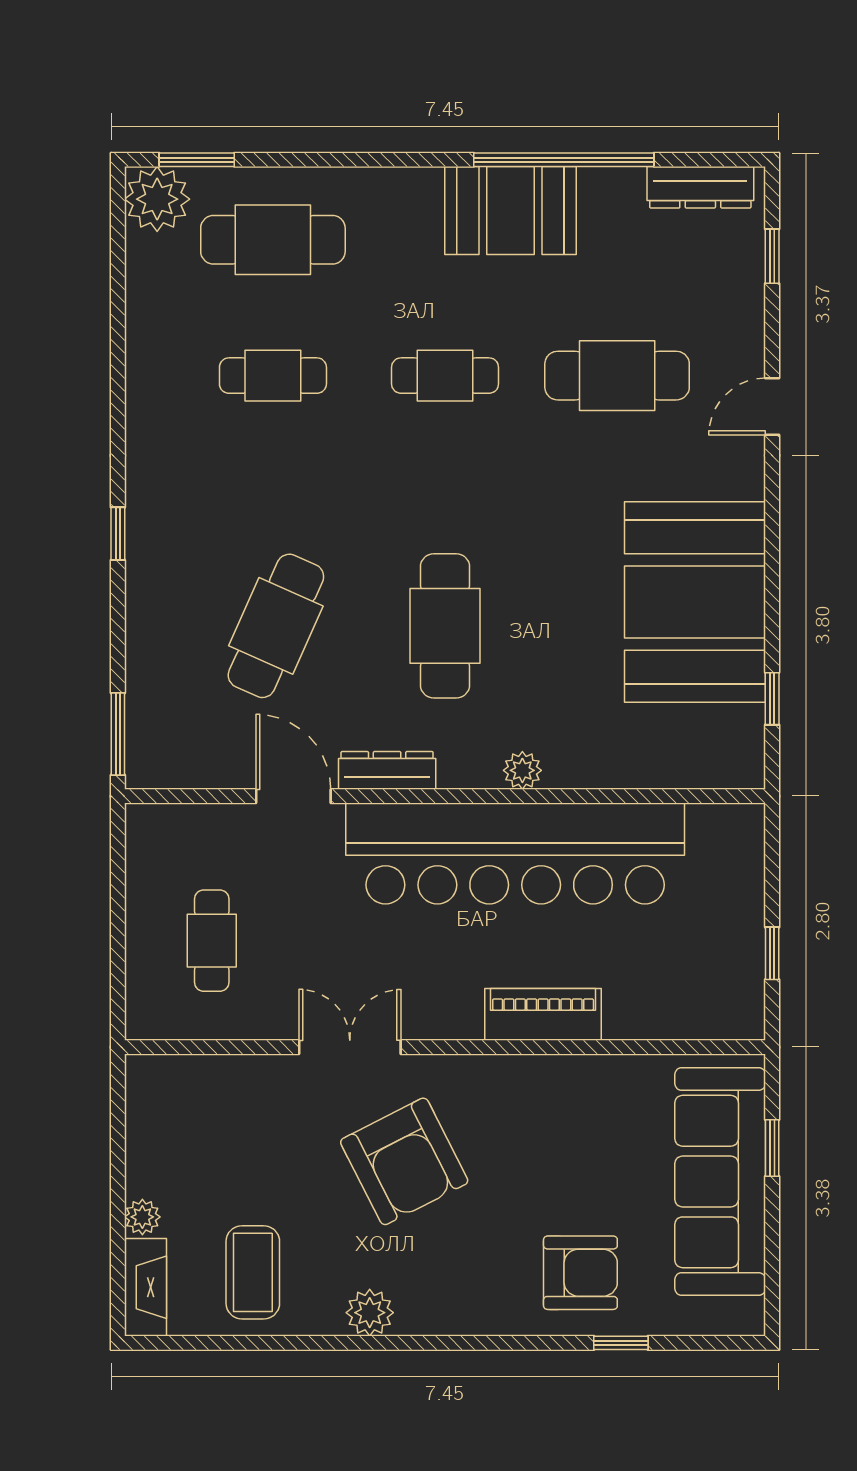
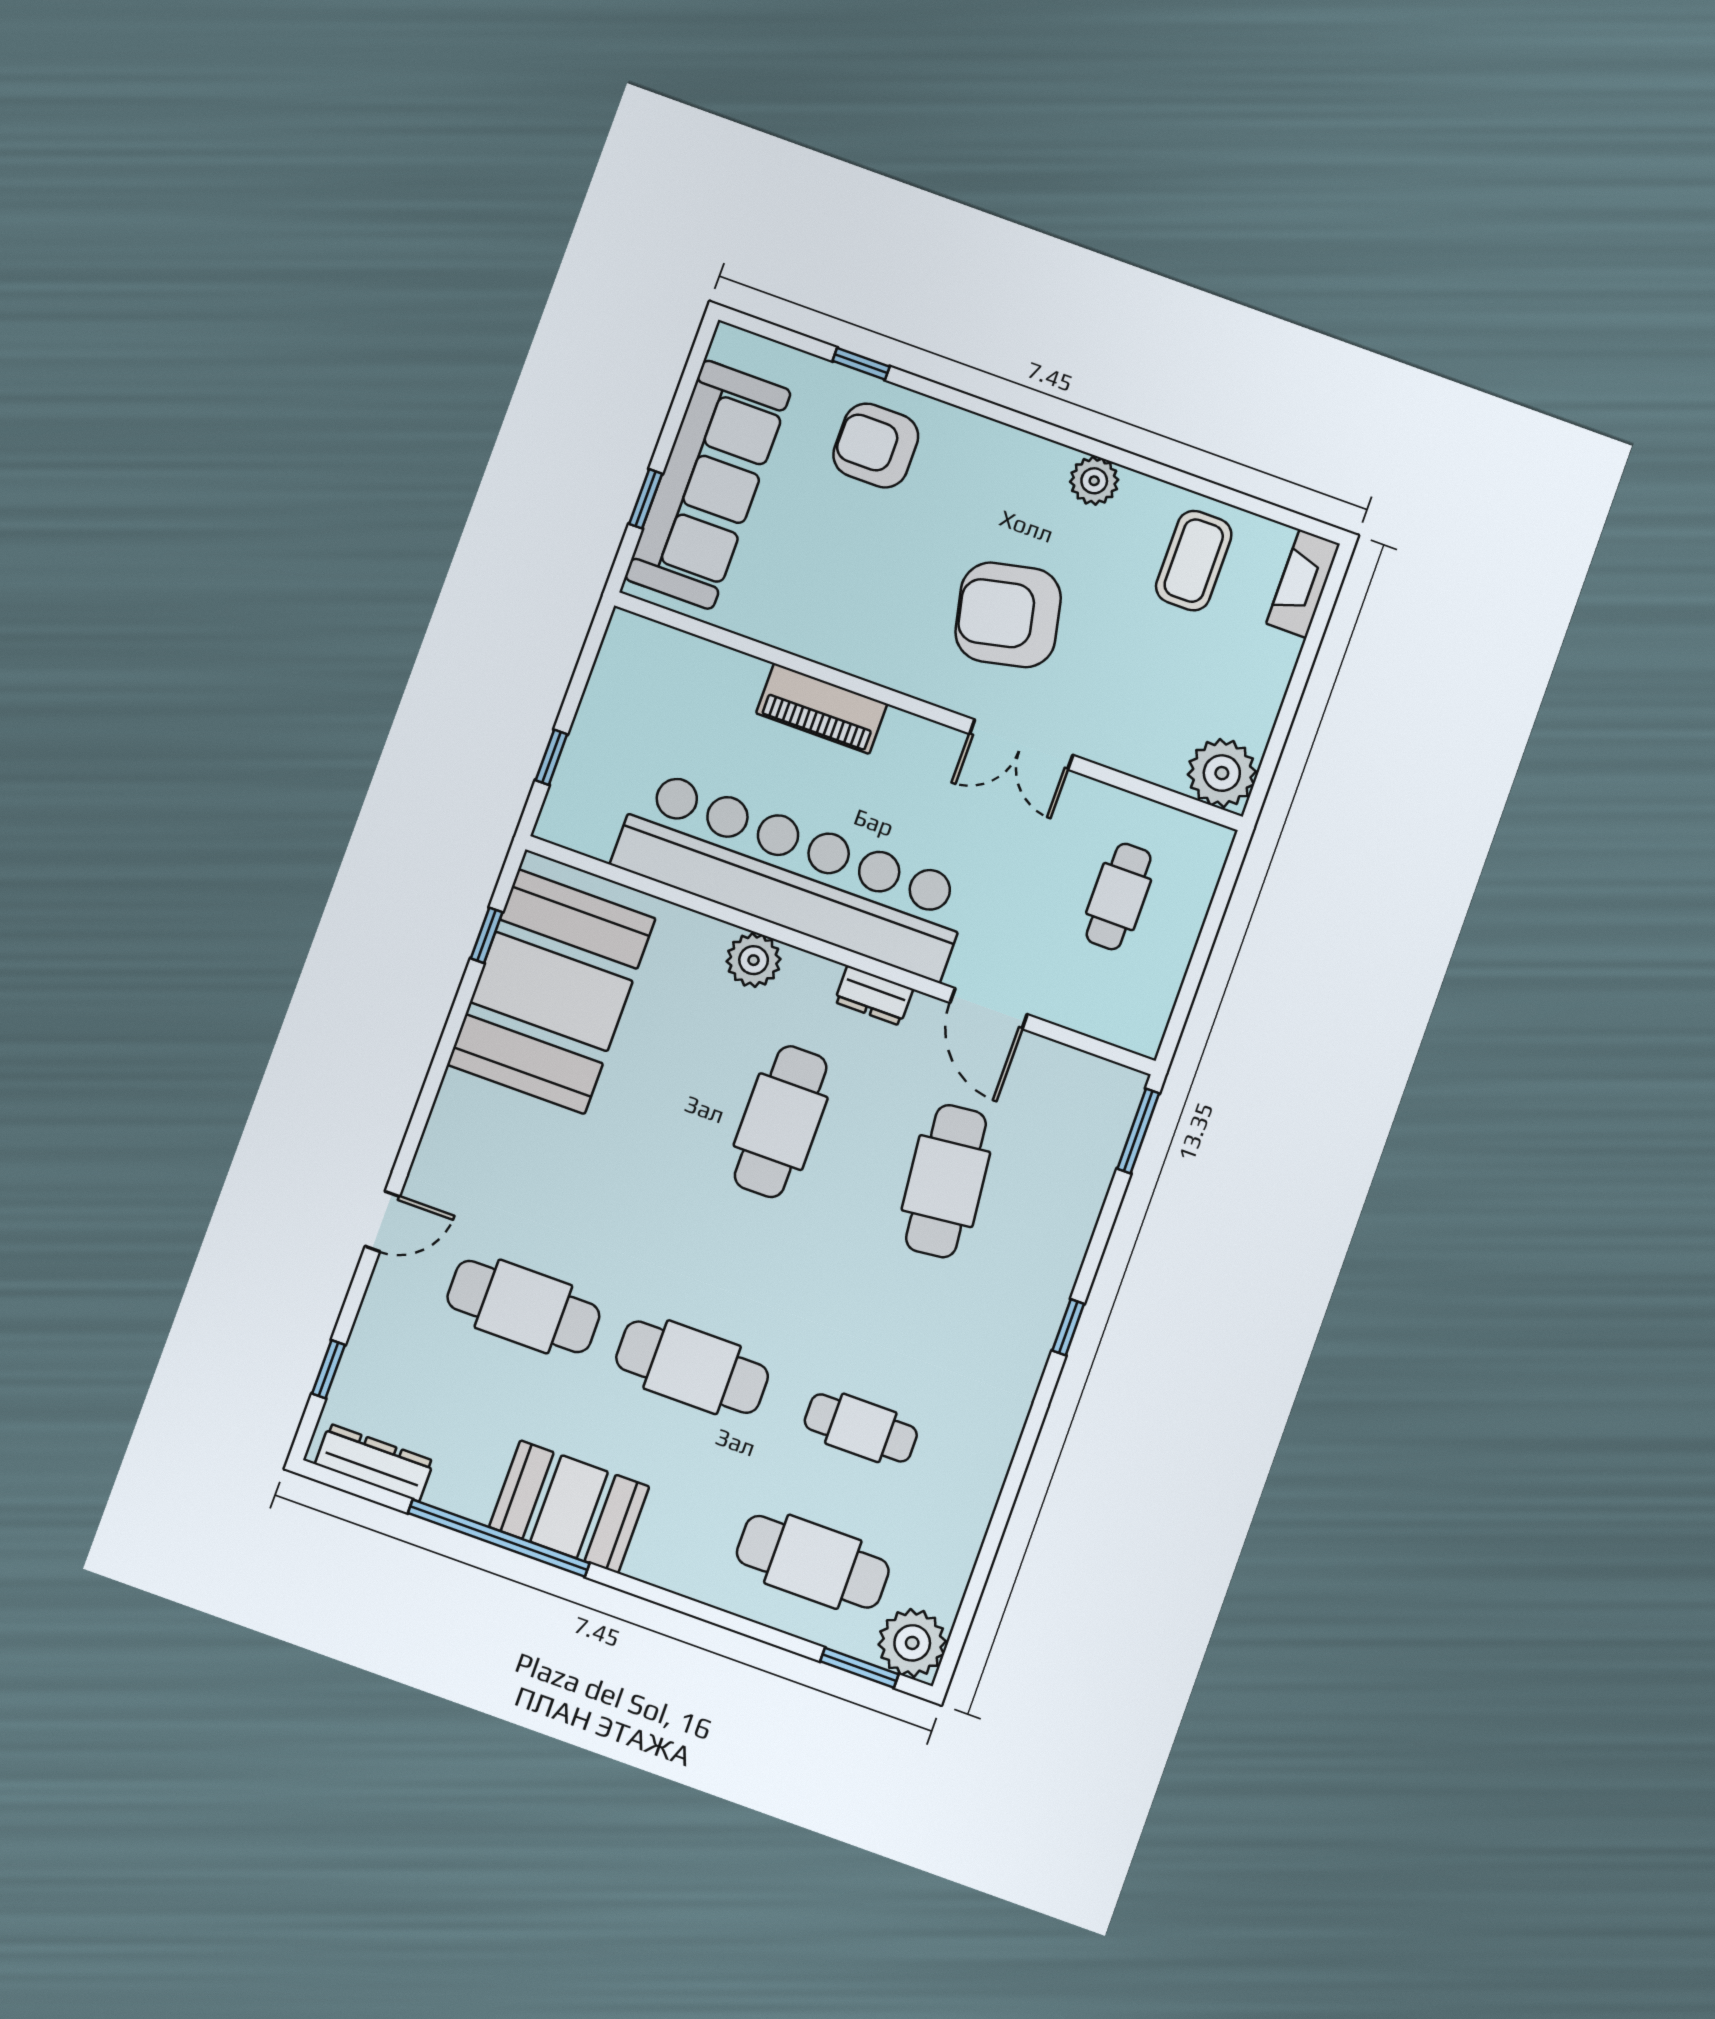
cafe table: (445, 376) -> (692, 1367), width x1.37, depth x1.35
booth: (695, 602) -> (551, 991), moved
cafe table: (276, 626) -> (946, 1181), turned -30
dresser: (387, 770) -> (874, 996), width x0.70
plant: (522, 770) -> (754, 960), width x1.38, depth x1.38
window: (772, 953) -> (551, 757), moved
armchair: (404, 1161) -> (1008, 615), turned -75
plant: (142, 1217) -> (1222, 773), moved, width x1.88, depth x1.88

